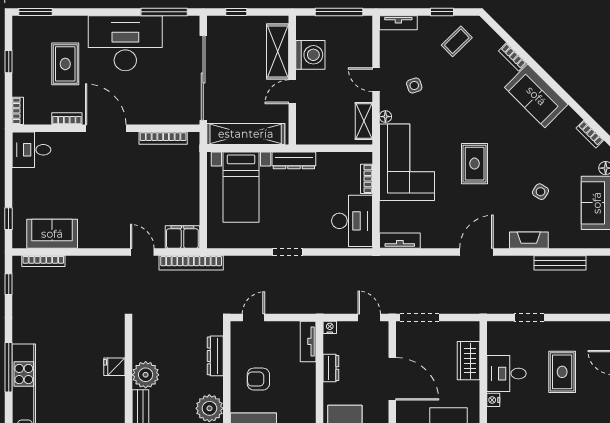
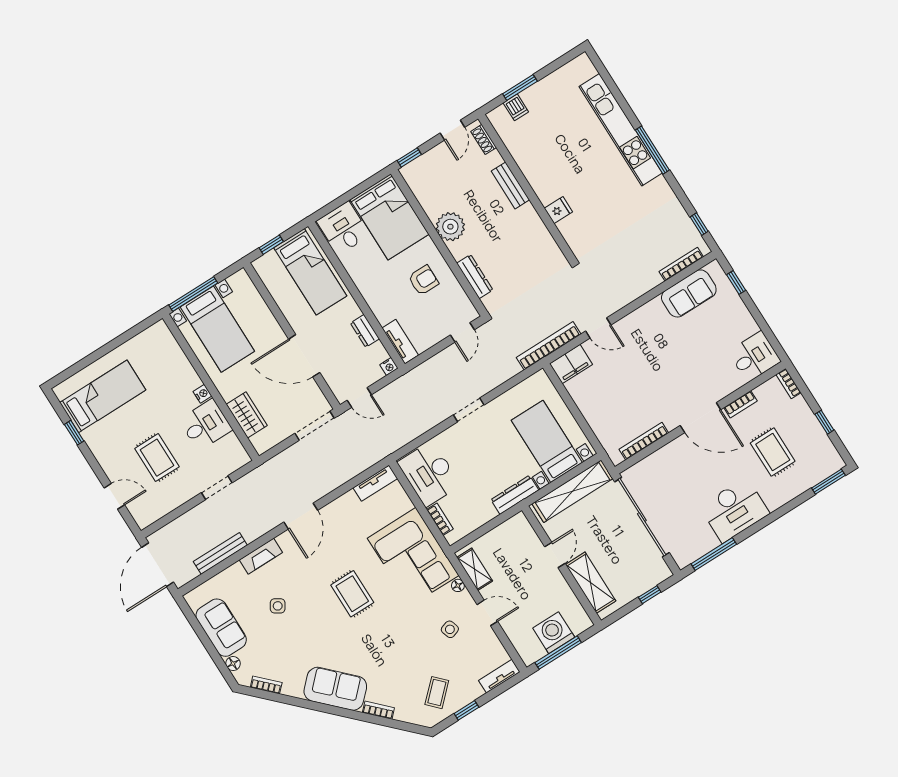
desk: (125, 43) -> (734, 510), width x0.73, depth x0.77
washing machine: (310, 55) -> (554, 633), moved, turned 90
plant: (146, 375) -> (526, 221), removed

